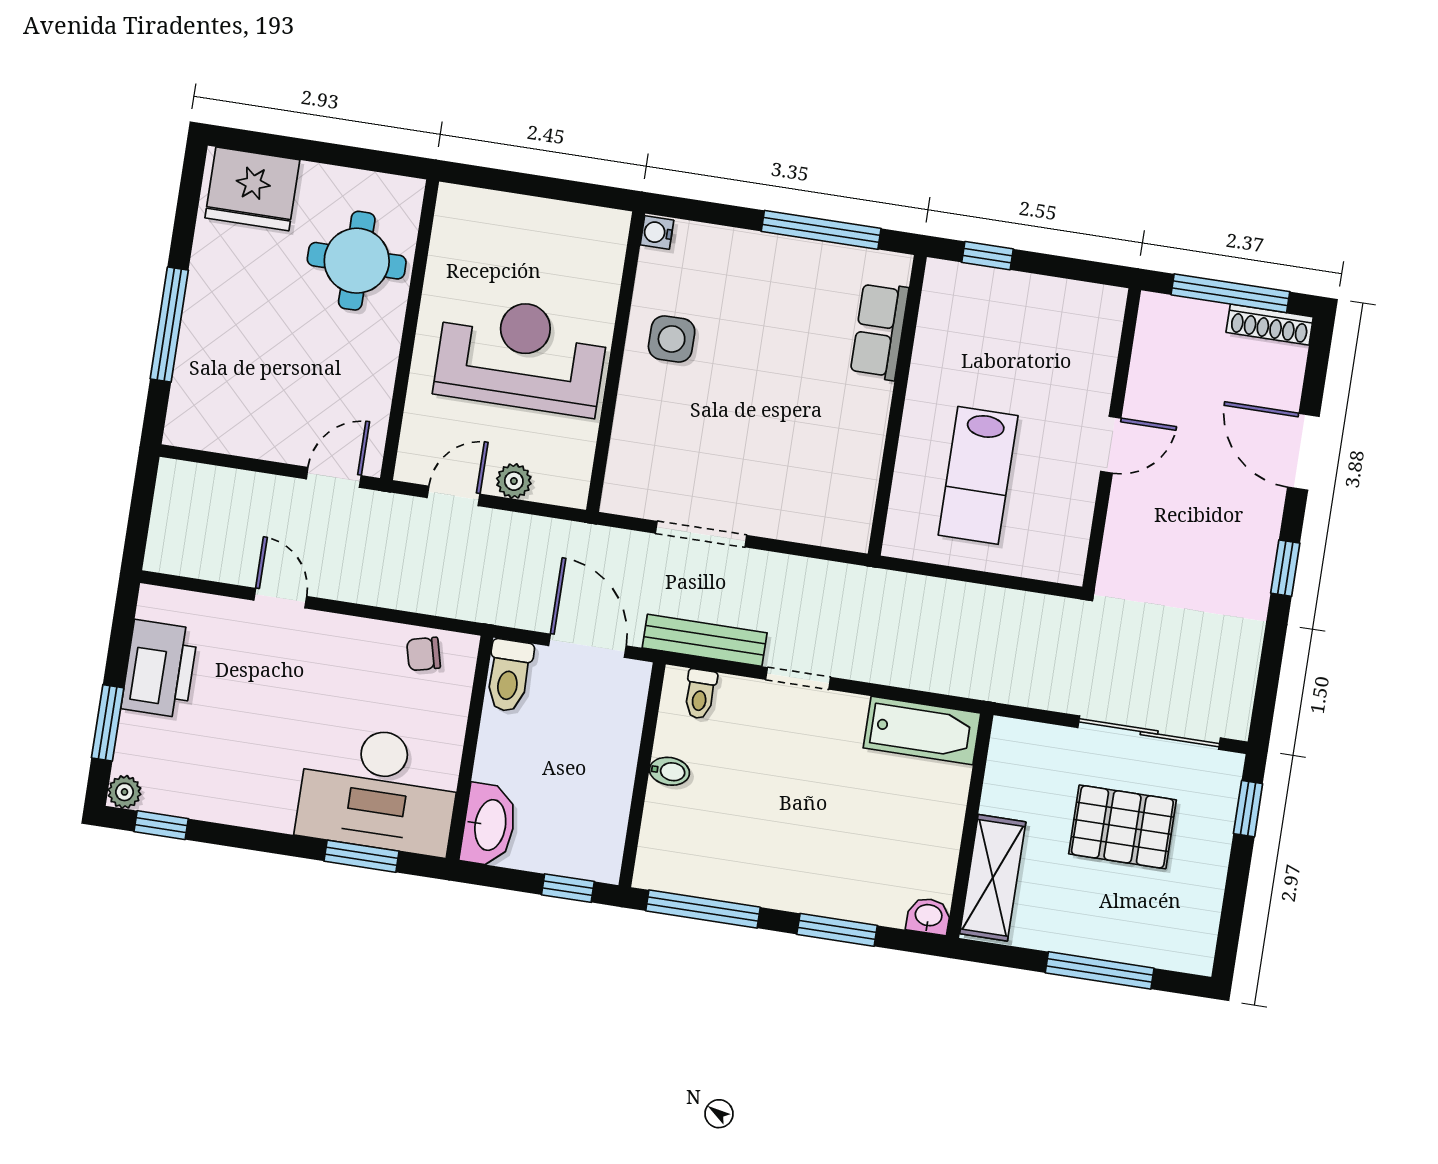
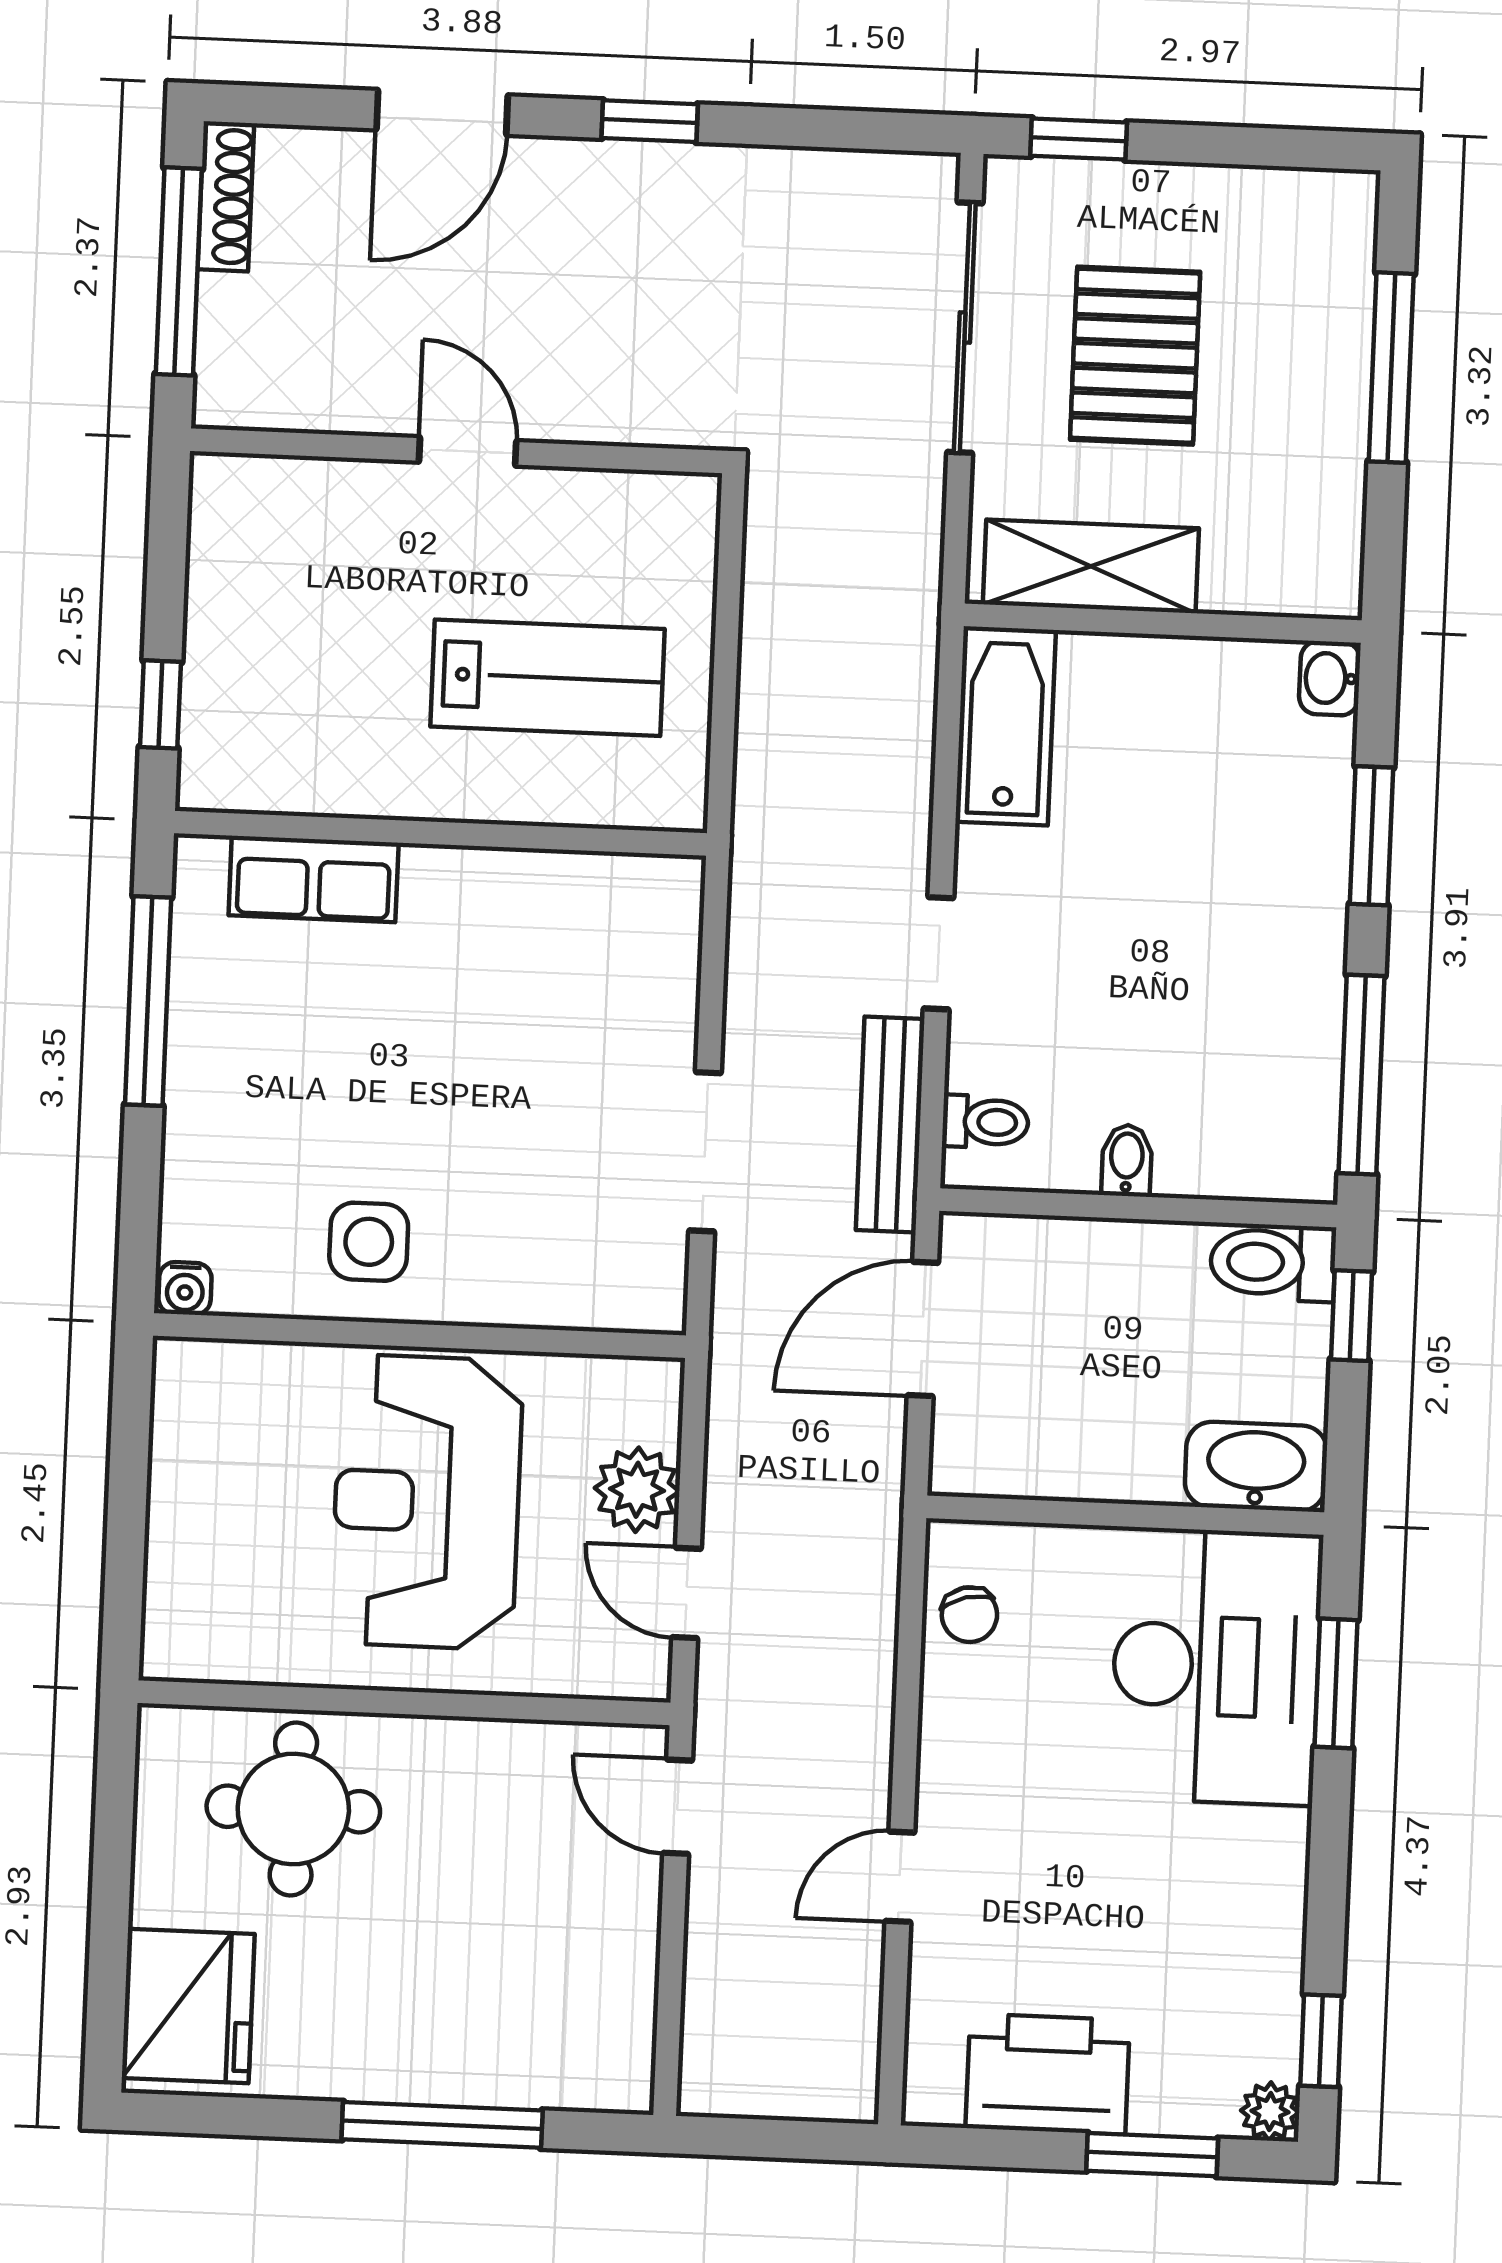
plant: (514, 481) -> (637, 1490), width x1.38, depth x1.38
toilet: (509, 676) -> (1273, 1262), moved, turned 180
shelving: (993, 878) -> (1091, 566), moved

